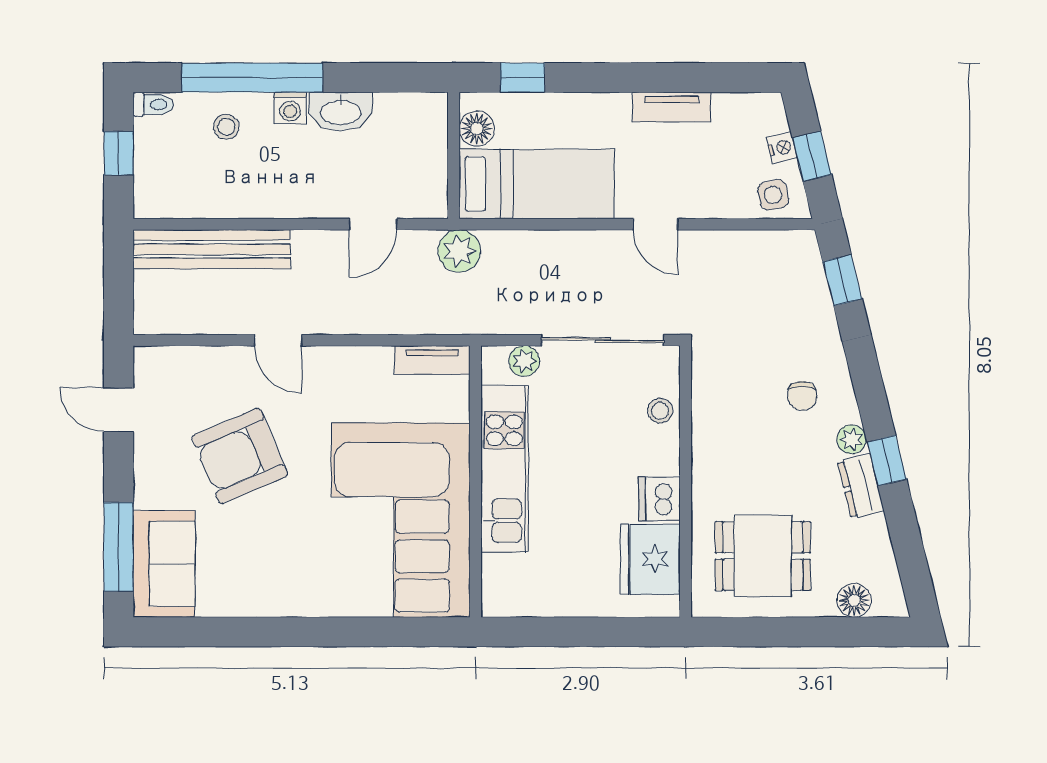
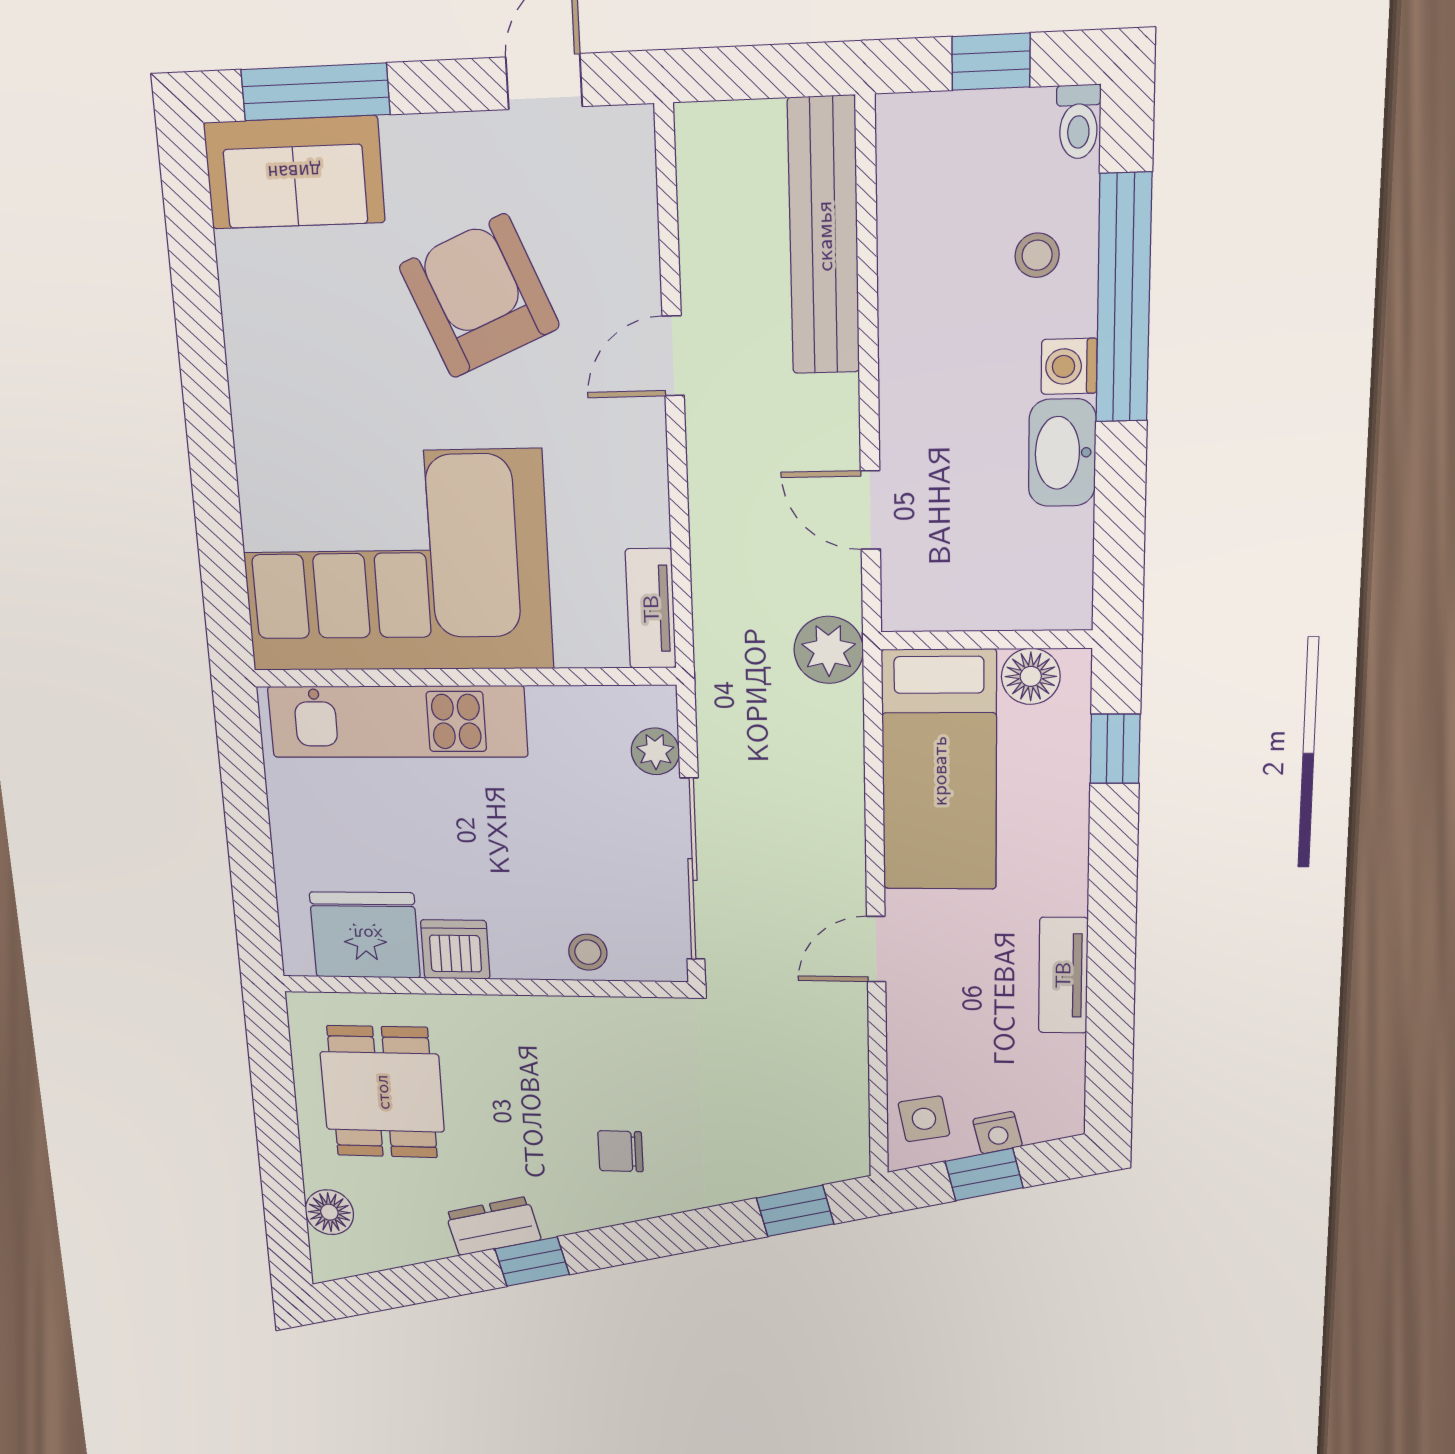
plant: (852, 439) -> (560, 1216), removed
kitchen unit: (504, 469) -> (397, 722), moved

